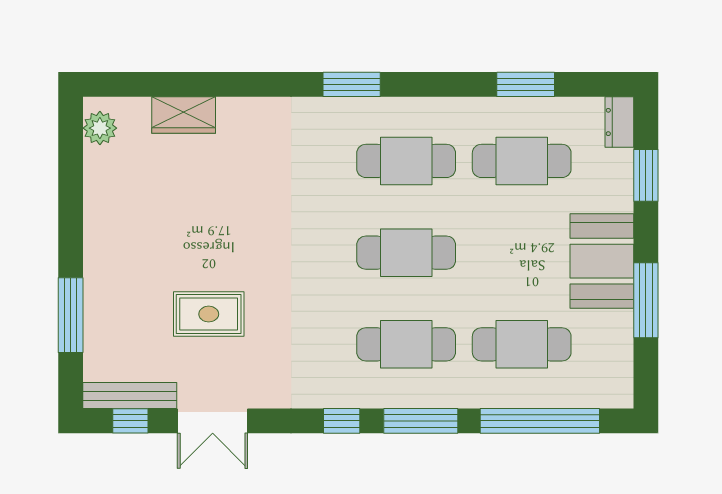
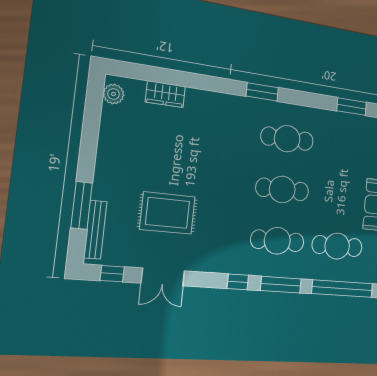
cafe table: (522, 161) -> (346, 147), removed
rug: (209, 314) -> (168, 213), width x1.36, depth x1.43
bench: (130, 396) -> (95, 230), moved, turned 90

